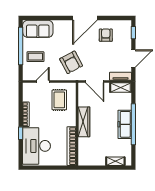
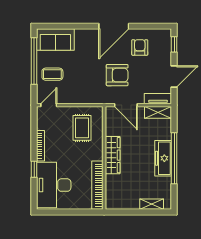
armchair: (71, 62) -> (117, 75), moved, turned -62
door: (43, 82) -> (49, 105), moved

